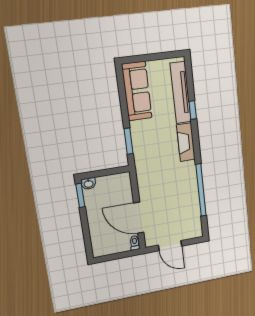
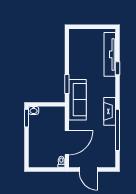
sofa: (137, 91) -> (78, 100), moved
fireplace: (186, 142) -> (110, 111), moved
door: (139, 218) -> (67, 143), swing flipped

